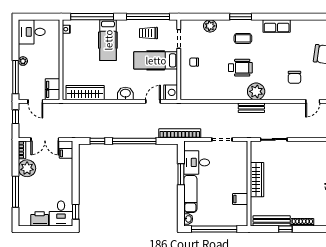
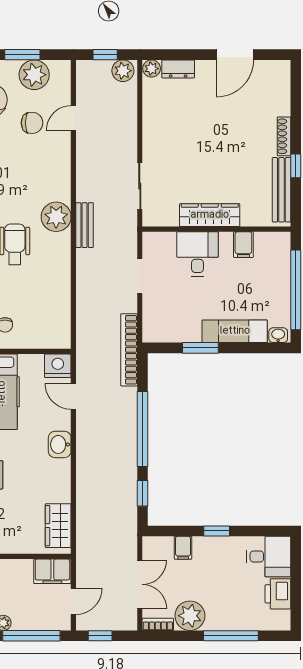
chair: (294, 77) -> (32, 123), moved
wardrobe: (85, 93) -> (58, 526), width x0.67
door: (313, 101) -> (73, 118), swing flipped
filing cabinet: (66, 153) -> (183, 548), moved
desk: (197, 162) -> (197, 254), moved, turned 180
window: (76, 212) -> (217, 531), moved

